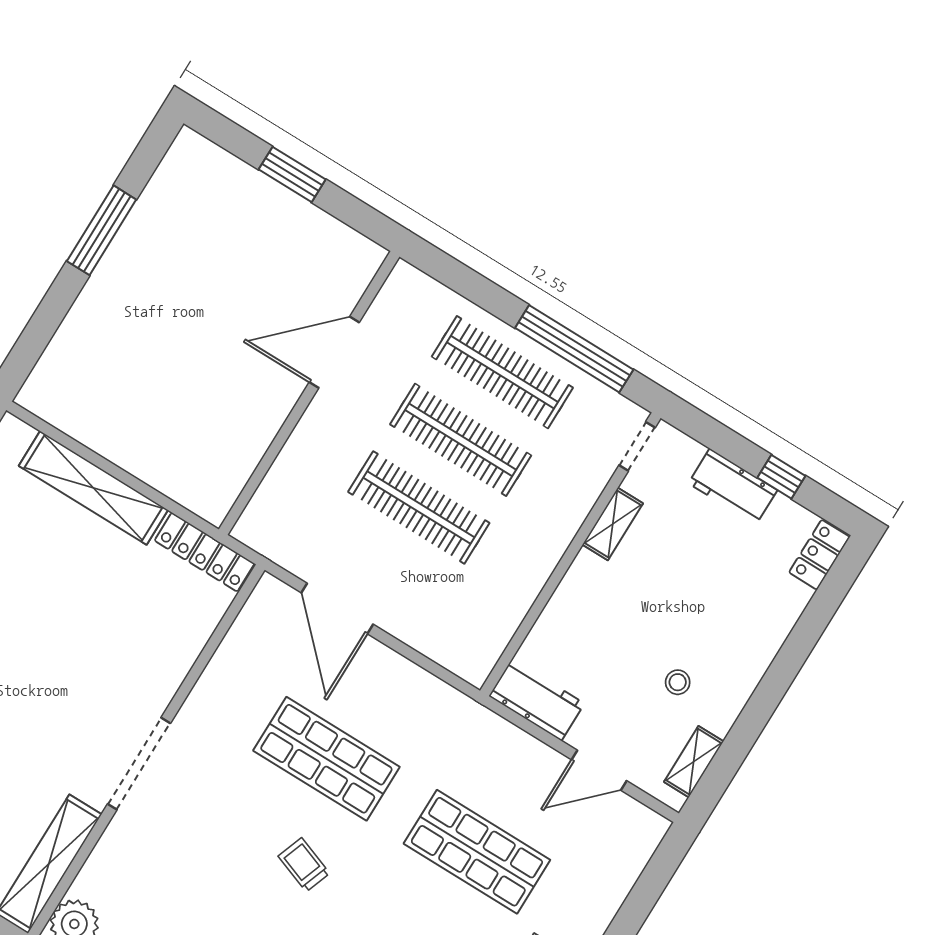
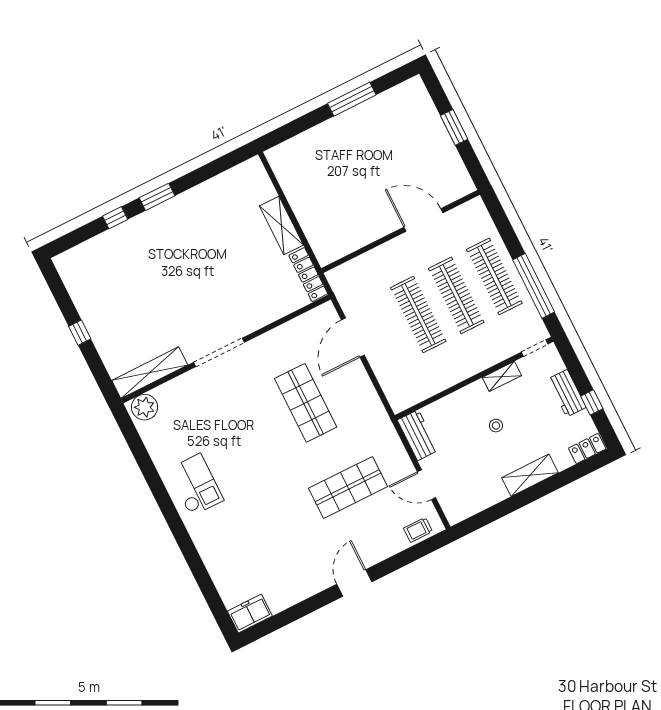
shelving: (93, 488) -> (281, 226), width x0.68
stool: (678, 682) -> (496, 426), moved
shelving: (694, 762) -> (530, 475), moved, width x1.50, depth x1.33
shop shelf: (477, 852) -> (348, 487), turned 90
trolley: (304, 865) -> (418, 530), moved, turned -110

